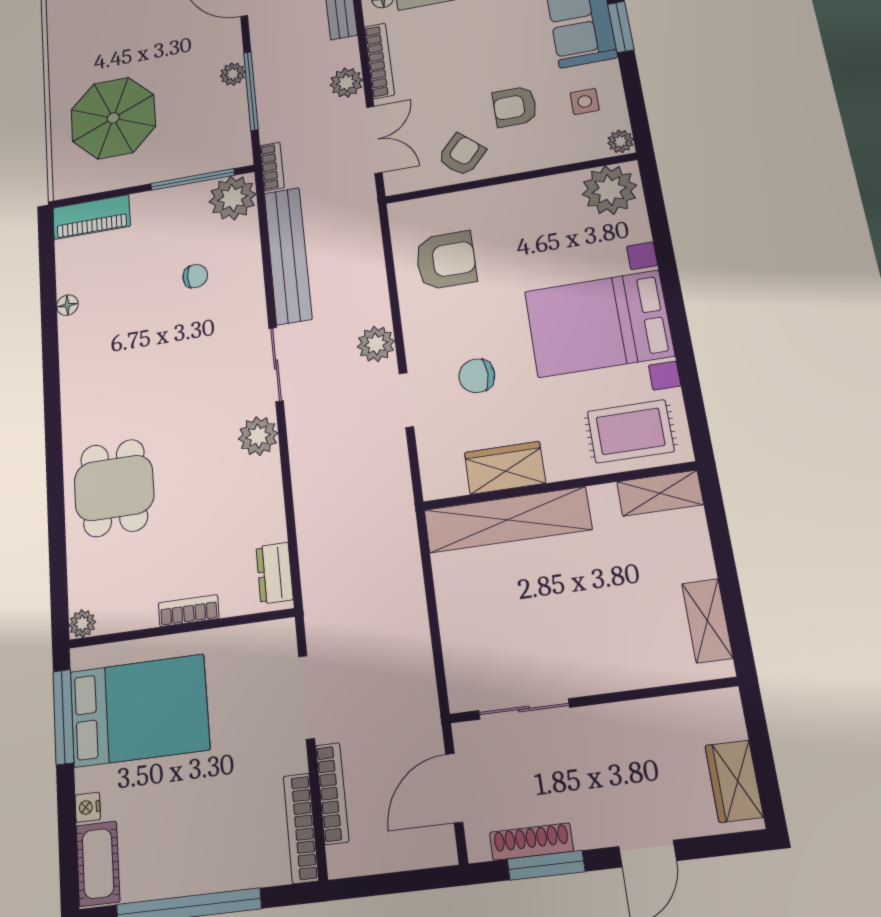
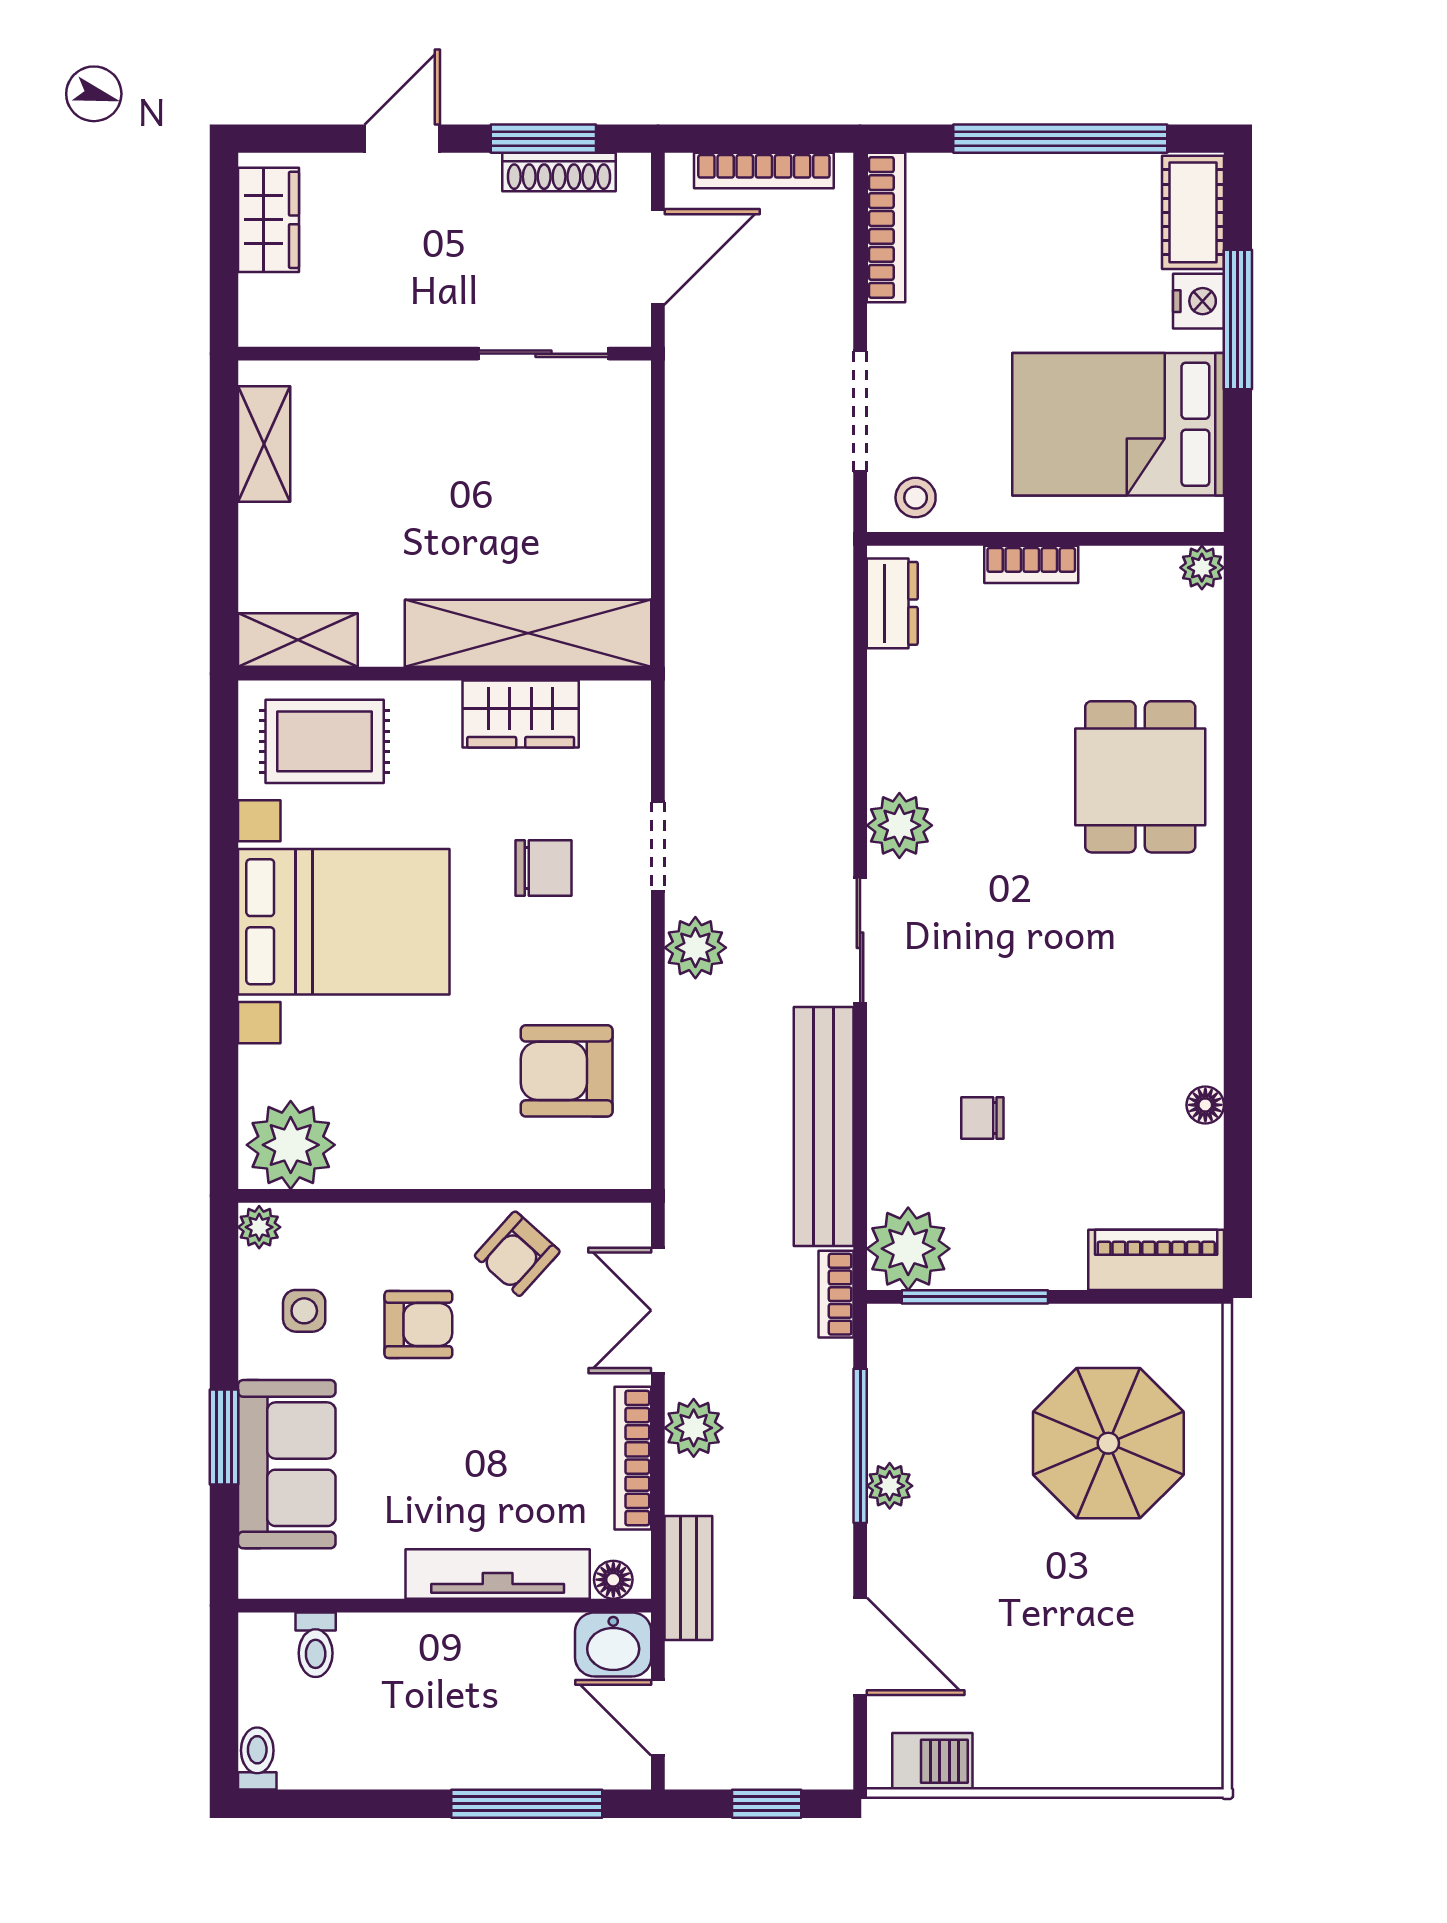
stool: (265, 644) -> (916, 498), added
window: (63, 717) -> (1238, 320), moved
bookcase: (332, 793) -> (764, 171), moved, turned -90
nightstand: (88, 807) -> (1199, 301), width x1.39, depth x1.35

